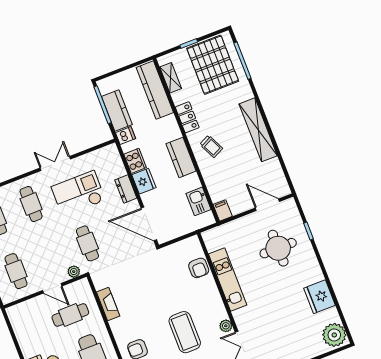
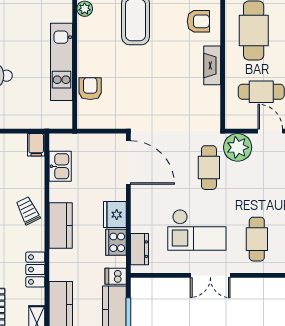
trolley: (211, 146) -> (28, 211), moved
dresser: (126, 189) -> (139, 249), moved
plant: (74, 272) -> (238, 147), width x1.87, depth x1.87
fireplace: (108, 304) -> (212, 65), moved

